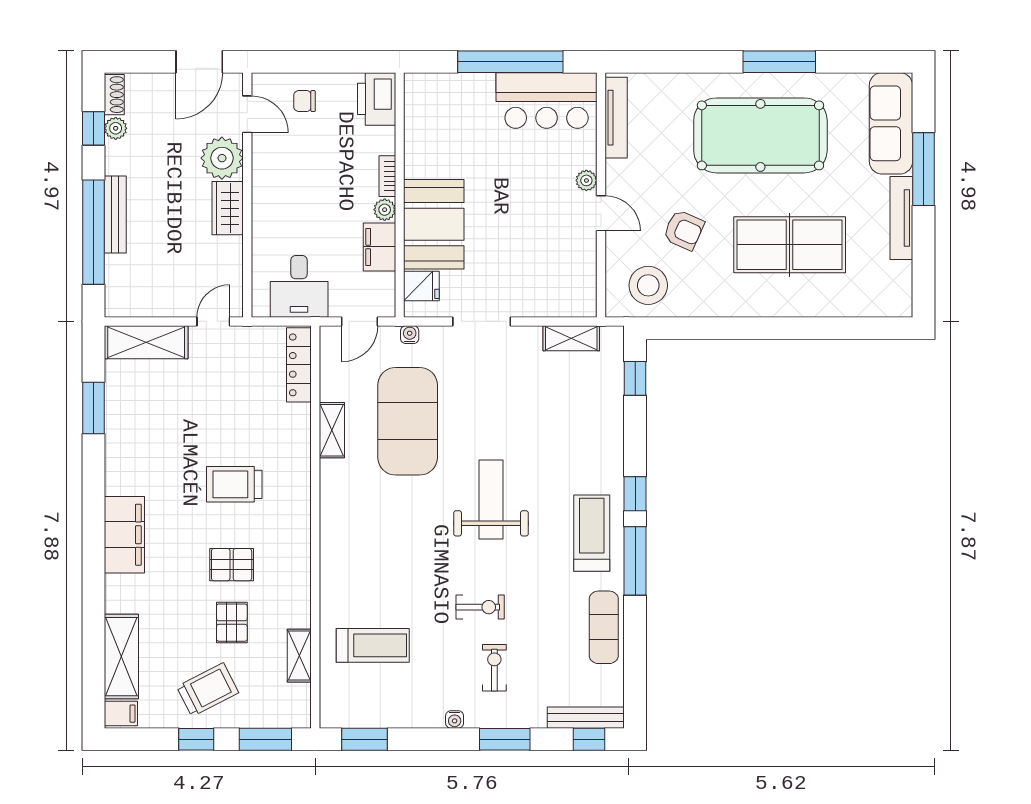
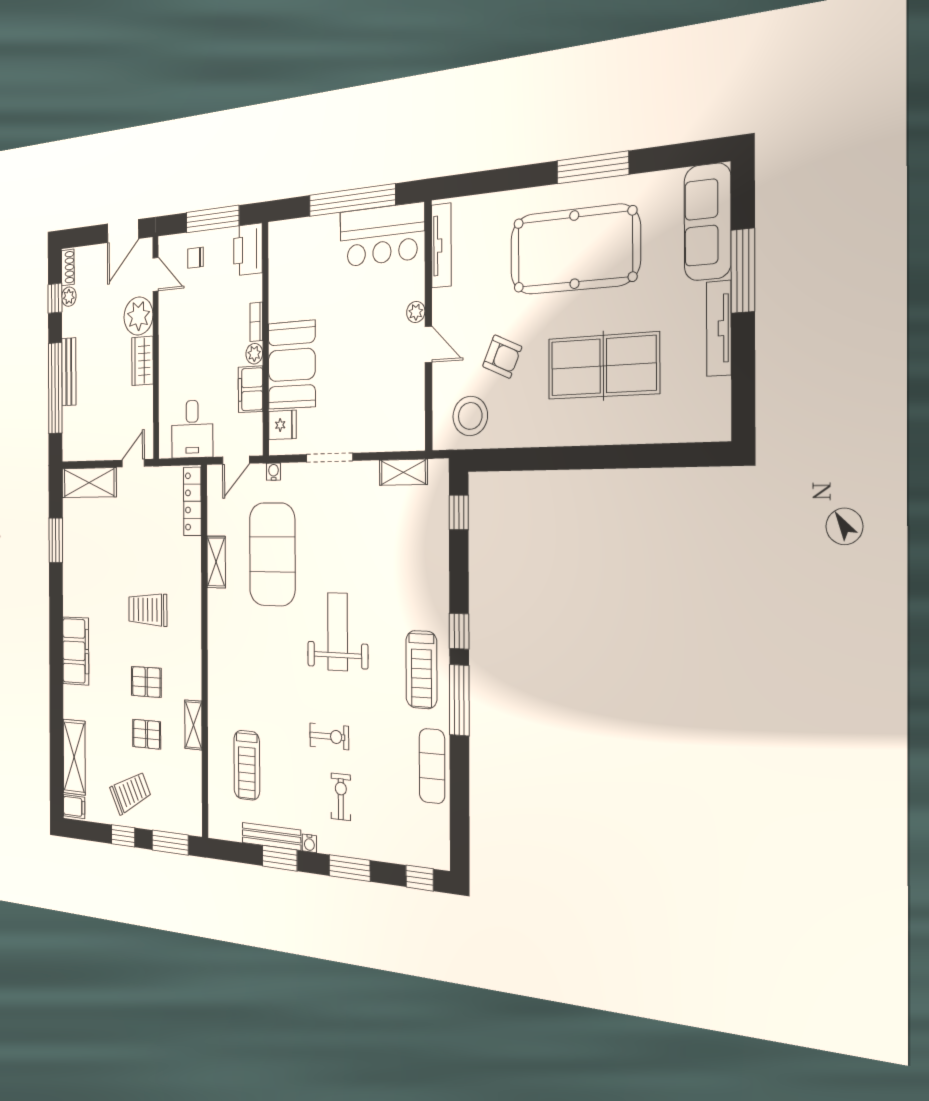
window: (328, 62) -> (212, 219), added
treadmill: (592, 533) -> (421, 670), turned 180
pallet: (232, 623) -> (147, 734), turned 90
treadmill: (373, 645) -> (247, 765), turned 90
shelving: (299, 656) -> (193, 725), moved
bench: (586, 718) -> (271, 836), moved
window: (364, 739) -> (280, 858), moved

